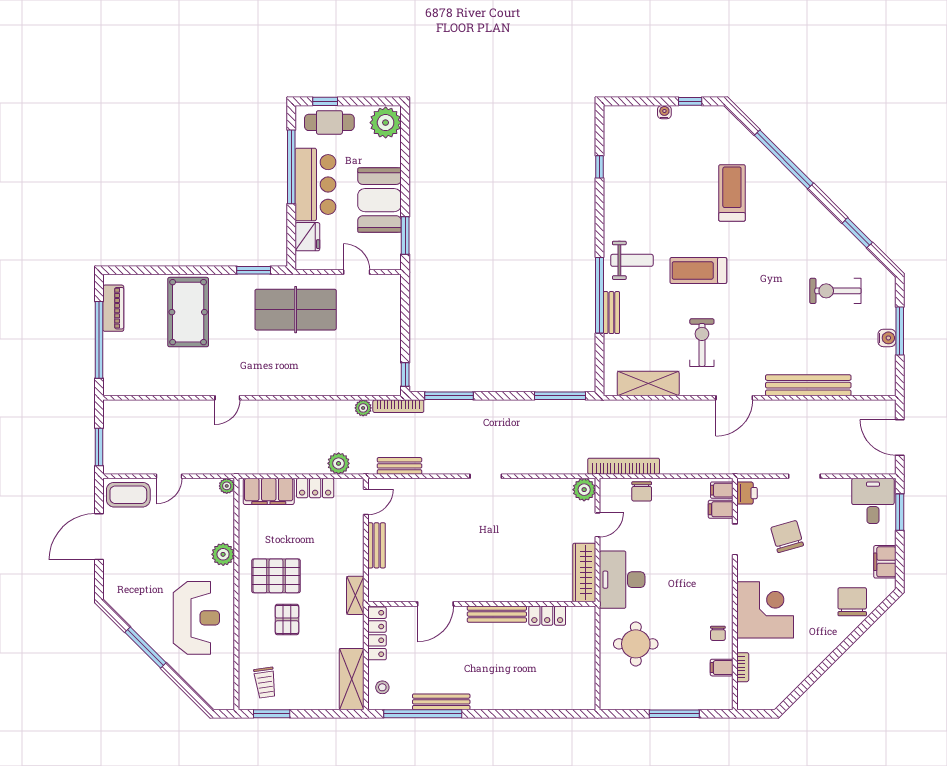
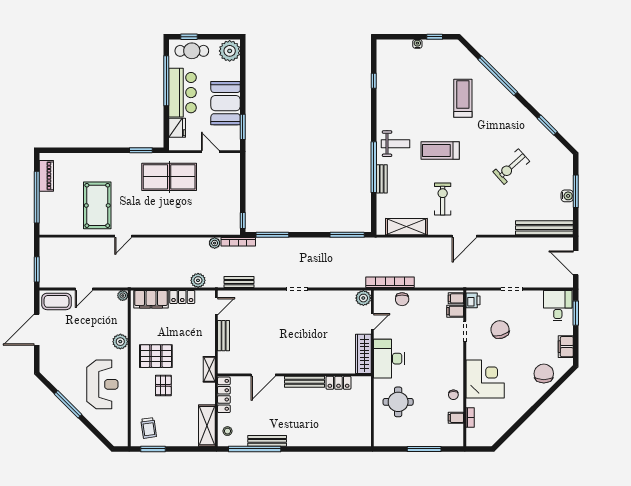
exercise bike: (835, 291) -> (511, 167), moved, turned -42
pool table: (188, 312) -> (97, 205), moved
bench: (808, 385) -> (544, 228), moved

